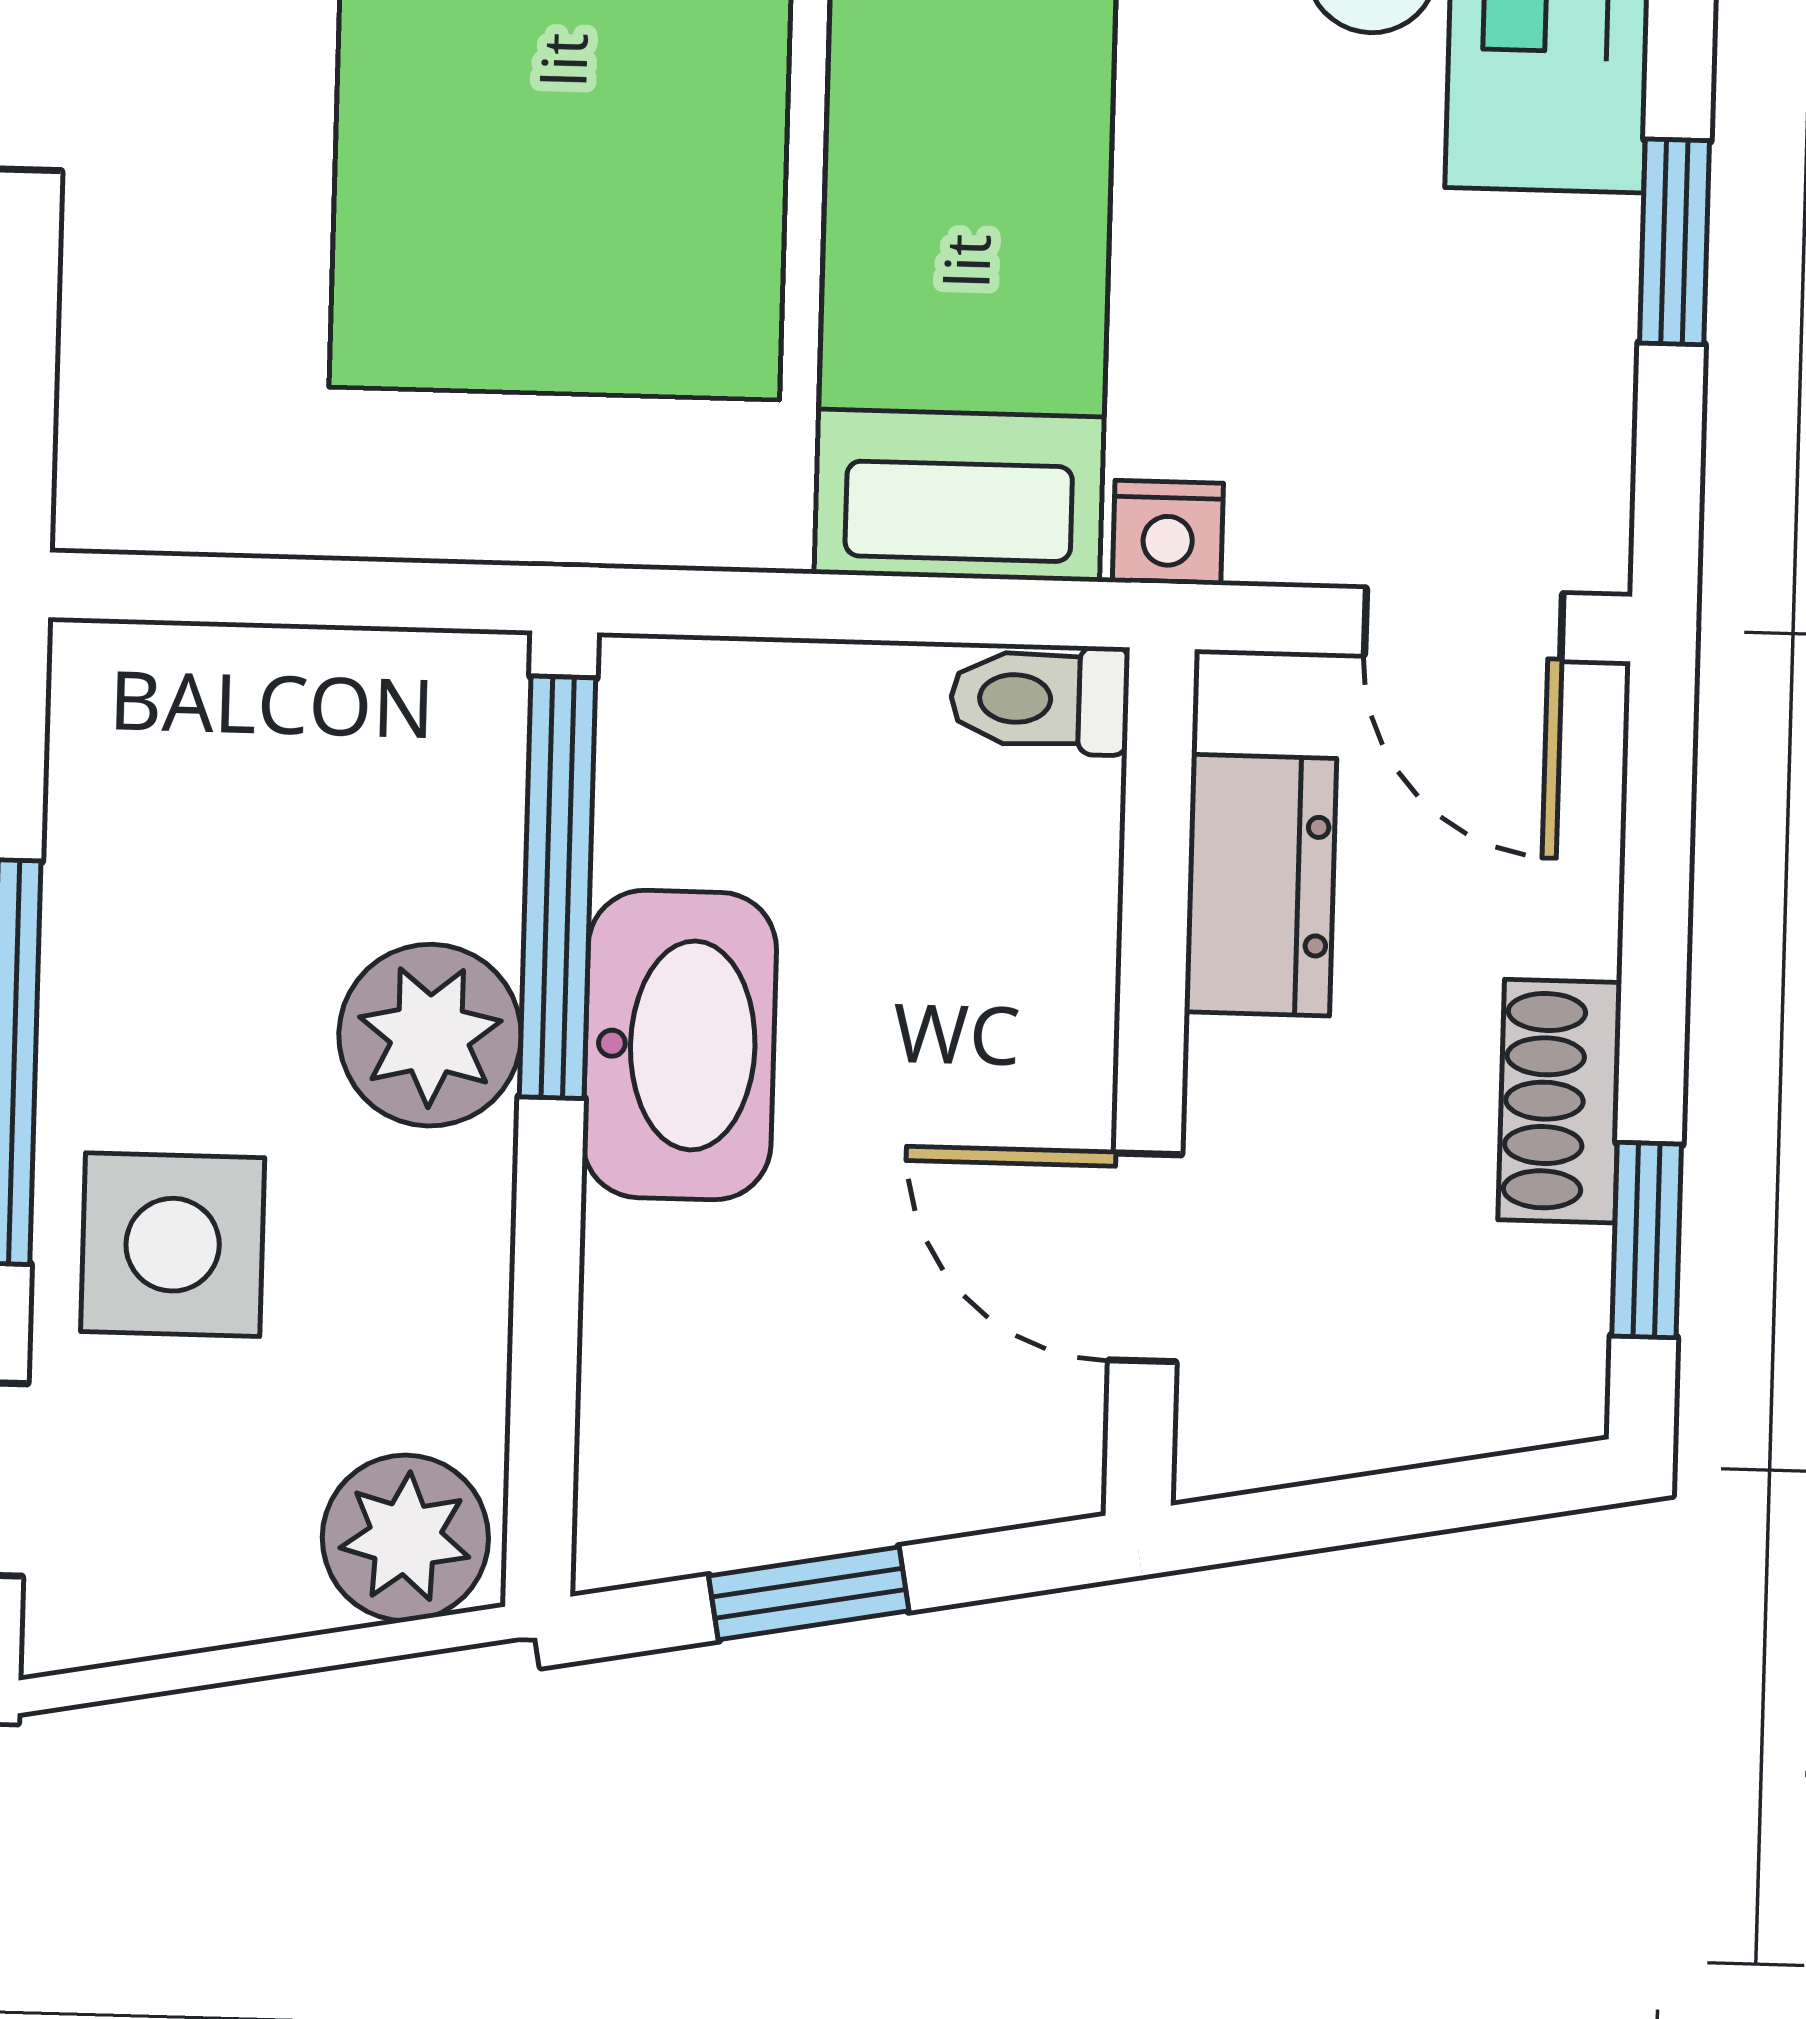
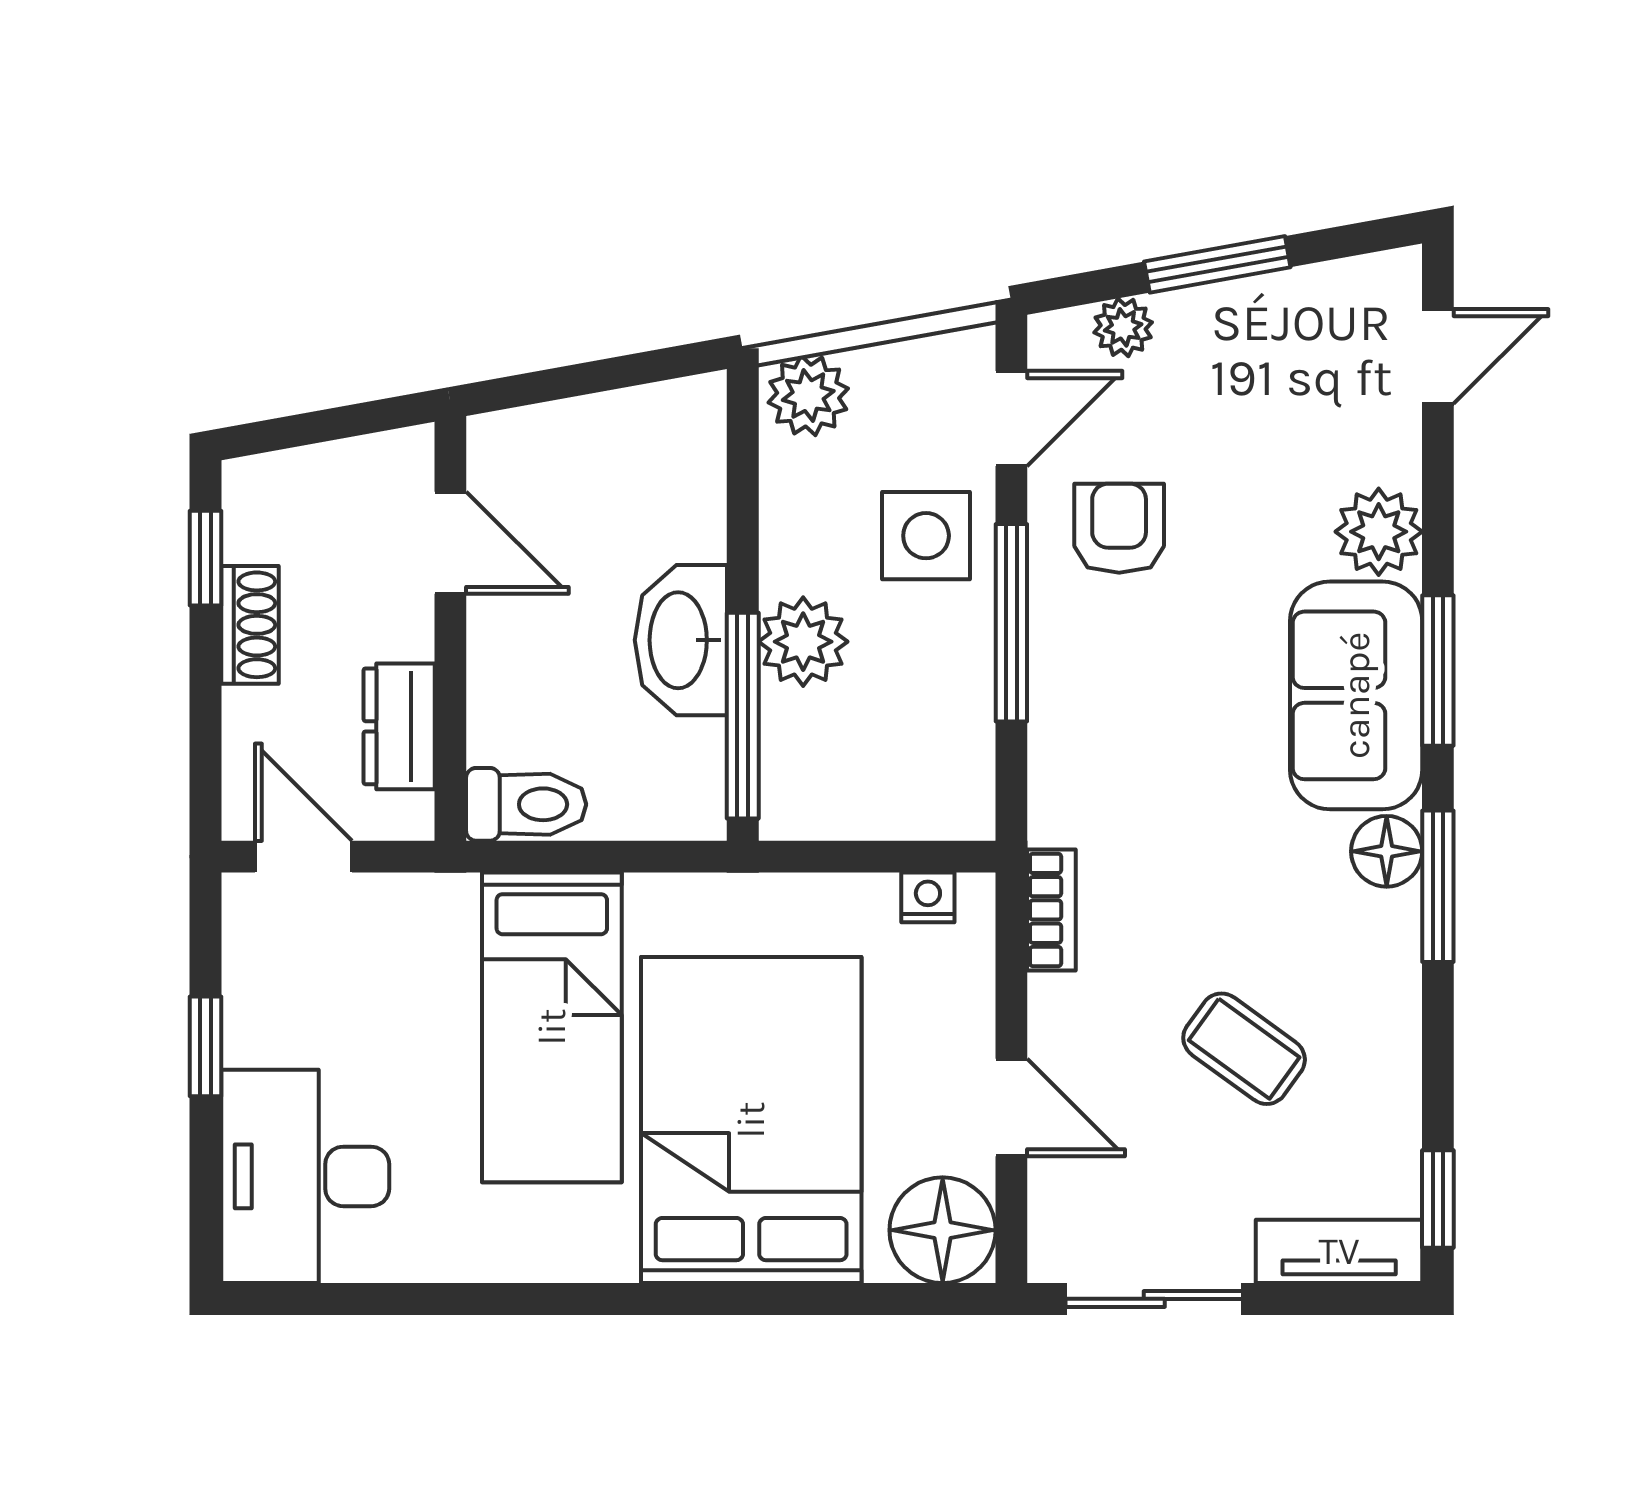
nightstand: (1168, 533) -> (928, 897), moved
toilet: (1040, 699) -> (526, 804), width x1.37, depth x1.39
window: (809, 1593) -> (610, 374), removed

